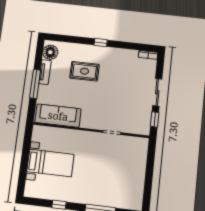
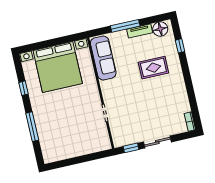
window: (101, 43) -> (180, 46), moved
rug: (84, 71) -> (153, 68), turned 90
bed with nightstands: (50, 163) -> (58, 67), width x1.85

